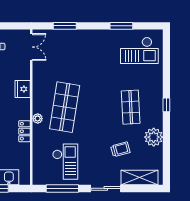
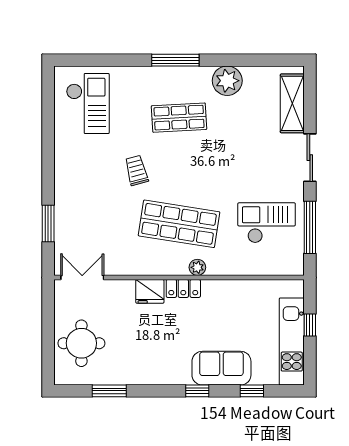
window: (121, 26) -> (48, 132), removed
window: (166, 105) -> (175, 60), width x2.17
locker: (24, 131) -> (183, 288), moved
trolley: (120, 149) -> (136, 170), moved

